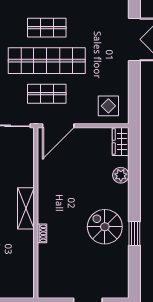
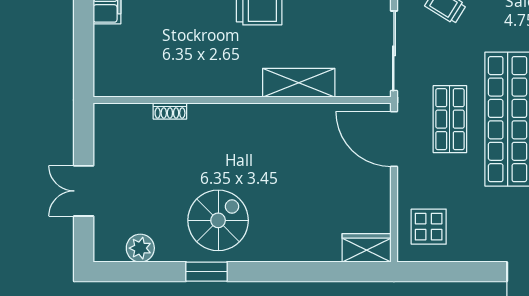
plant: (121, 175) -> (140, 248), moved
shelving: (26, 208) -> (299, 83), moved
shoe rack: (42, 233) -> (170, 111), moved

